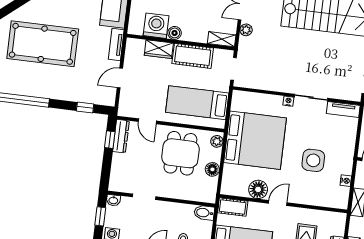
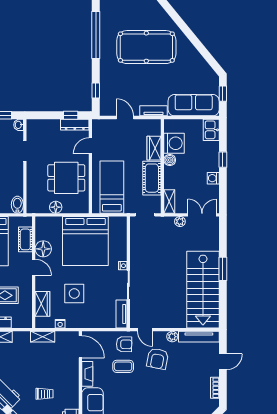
pool table: (43, 44) -> (146, 47), turned 90
plant: (217, 141) -> (80, 208), removed
wardrobe: (321, 198) -> (42, 304), added
cot: (233, 207) -> (25, 239), moved

